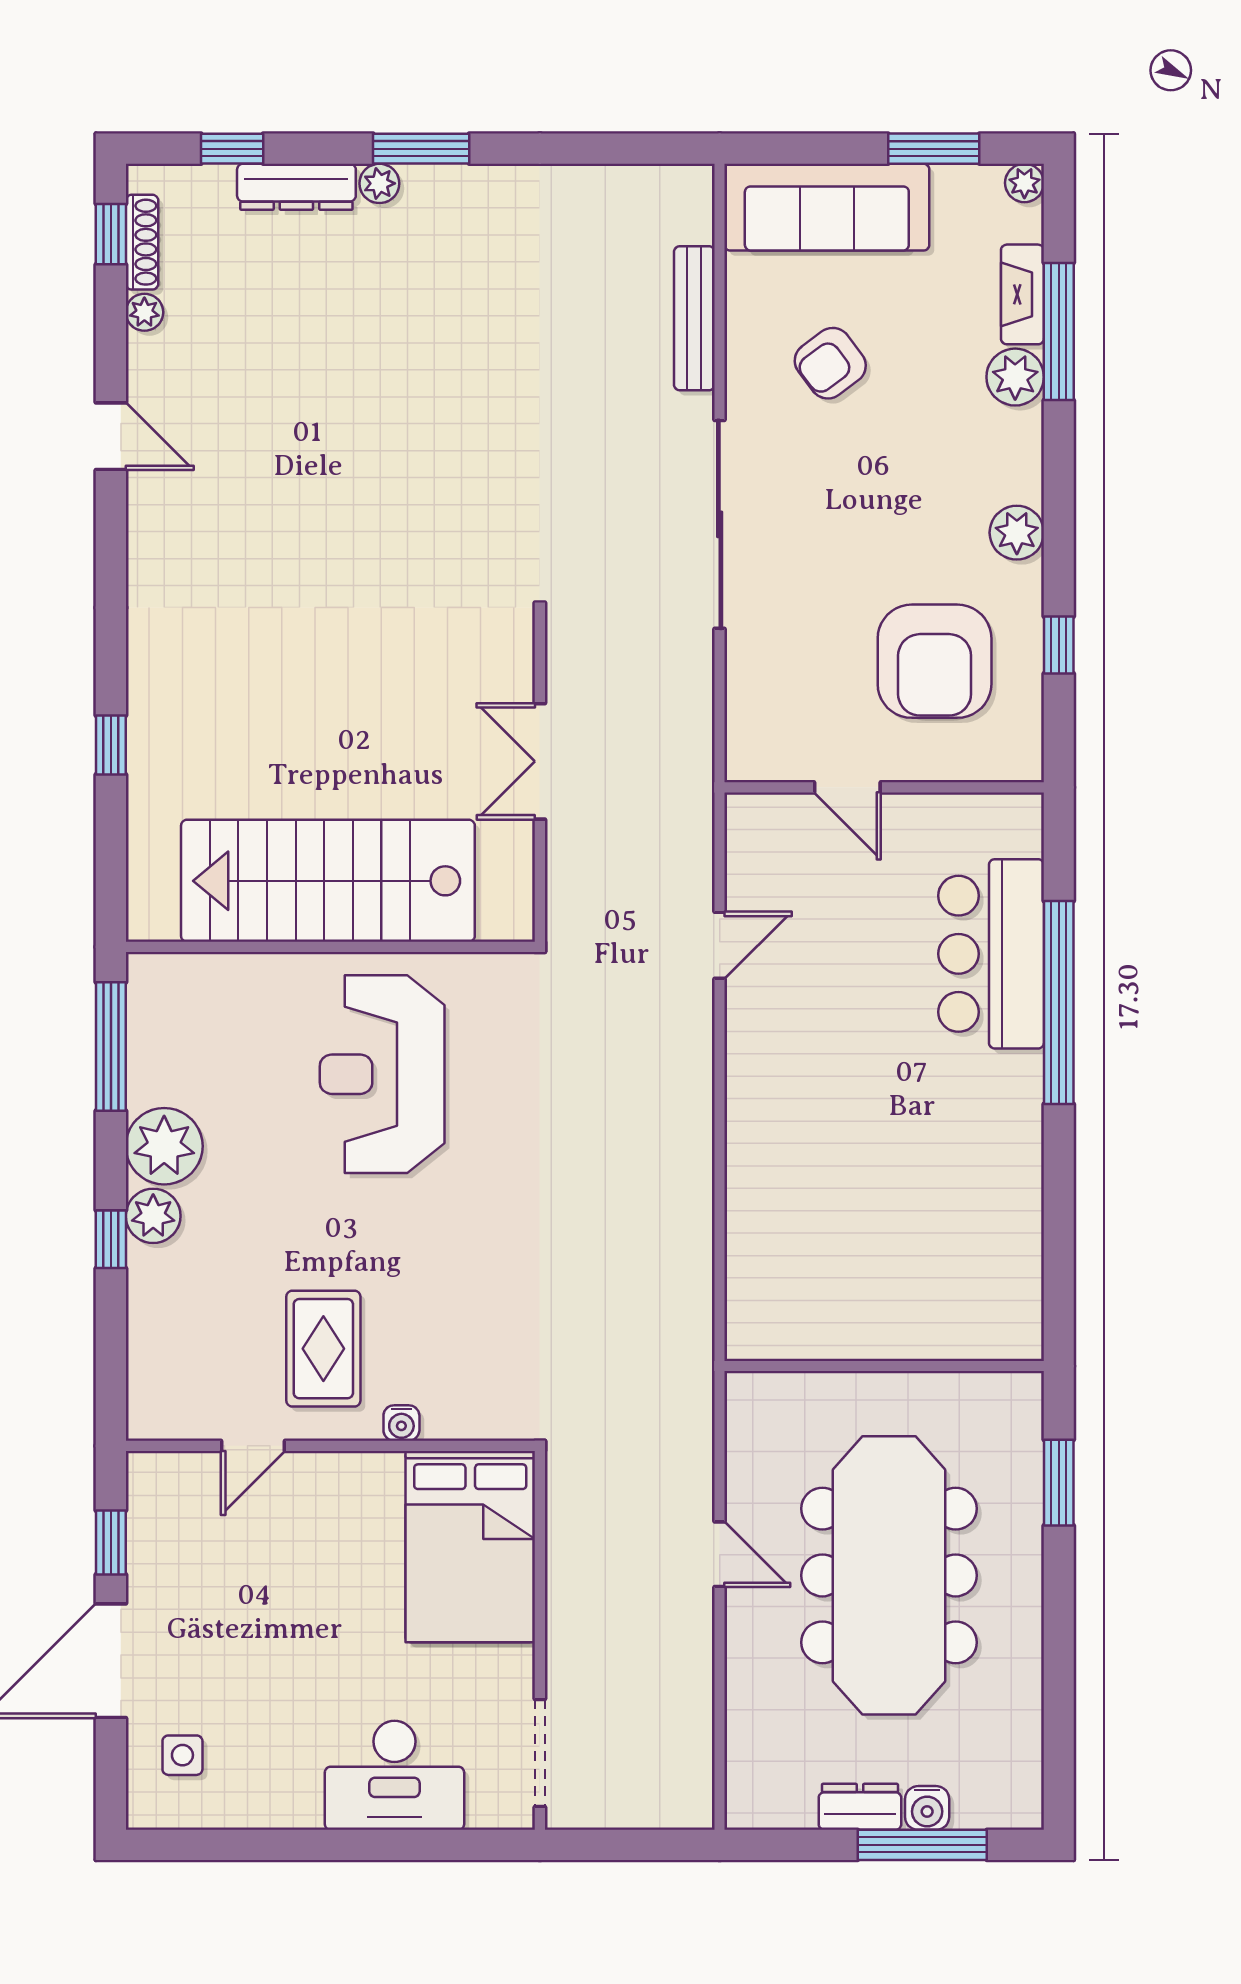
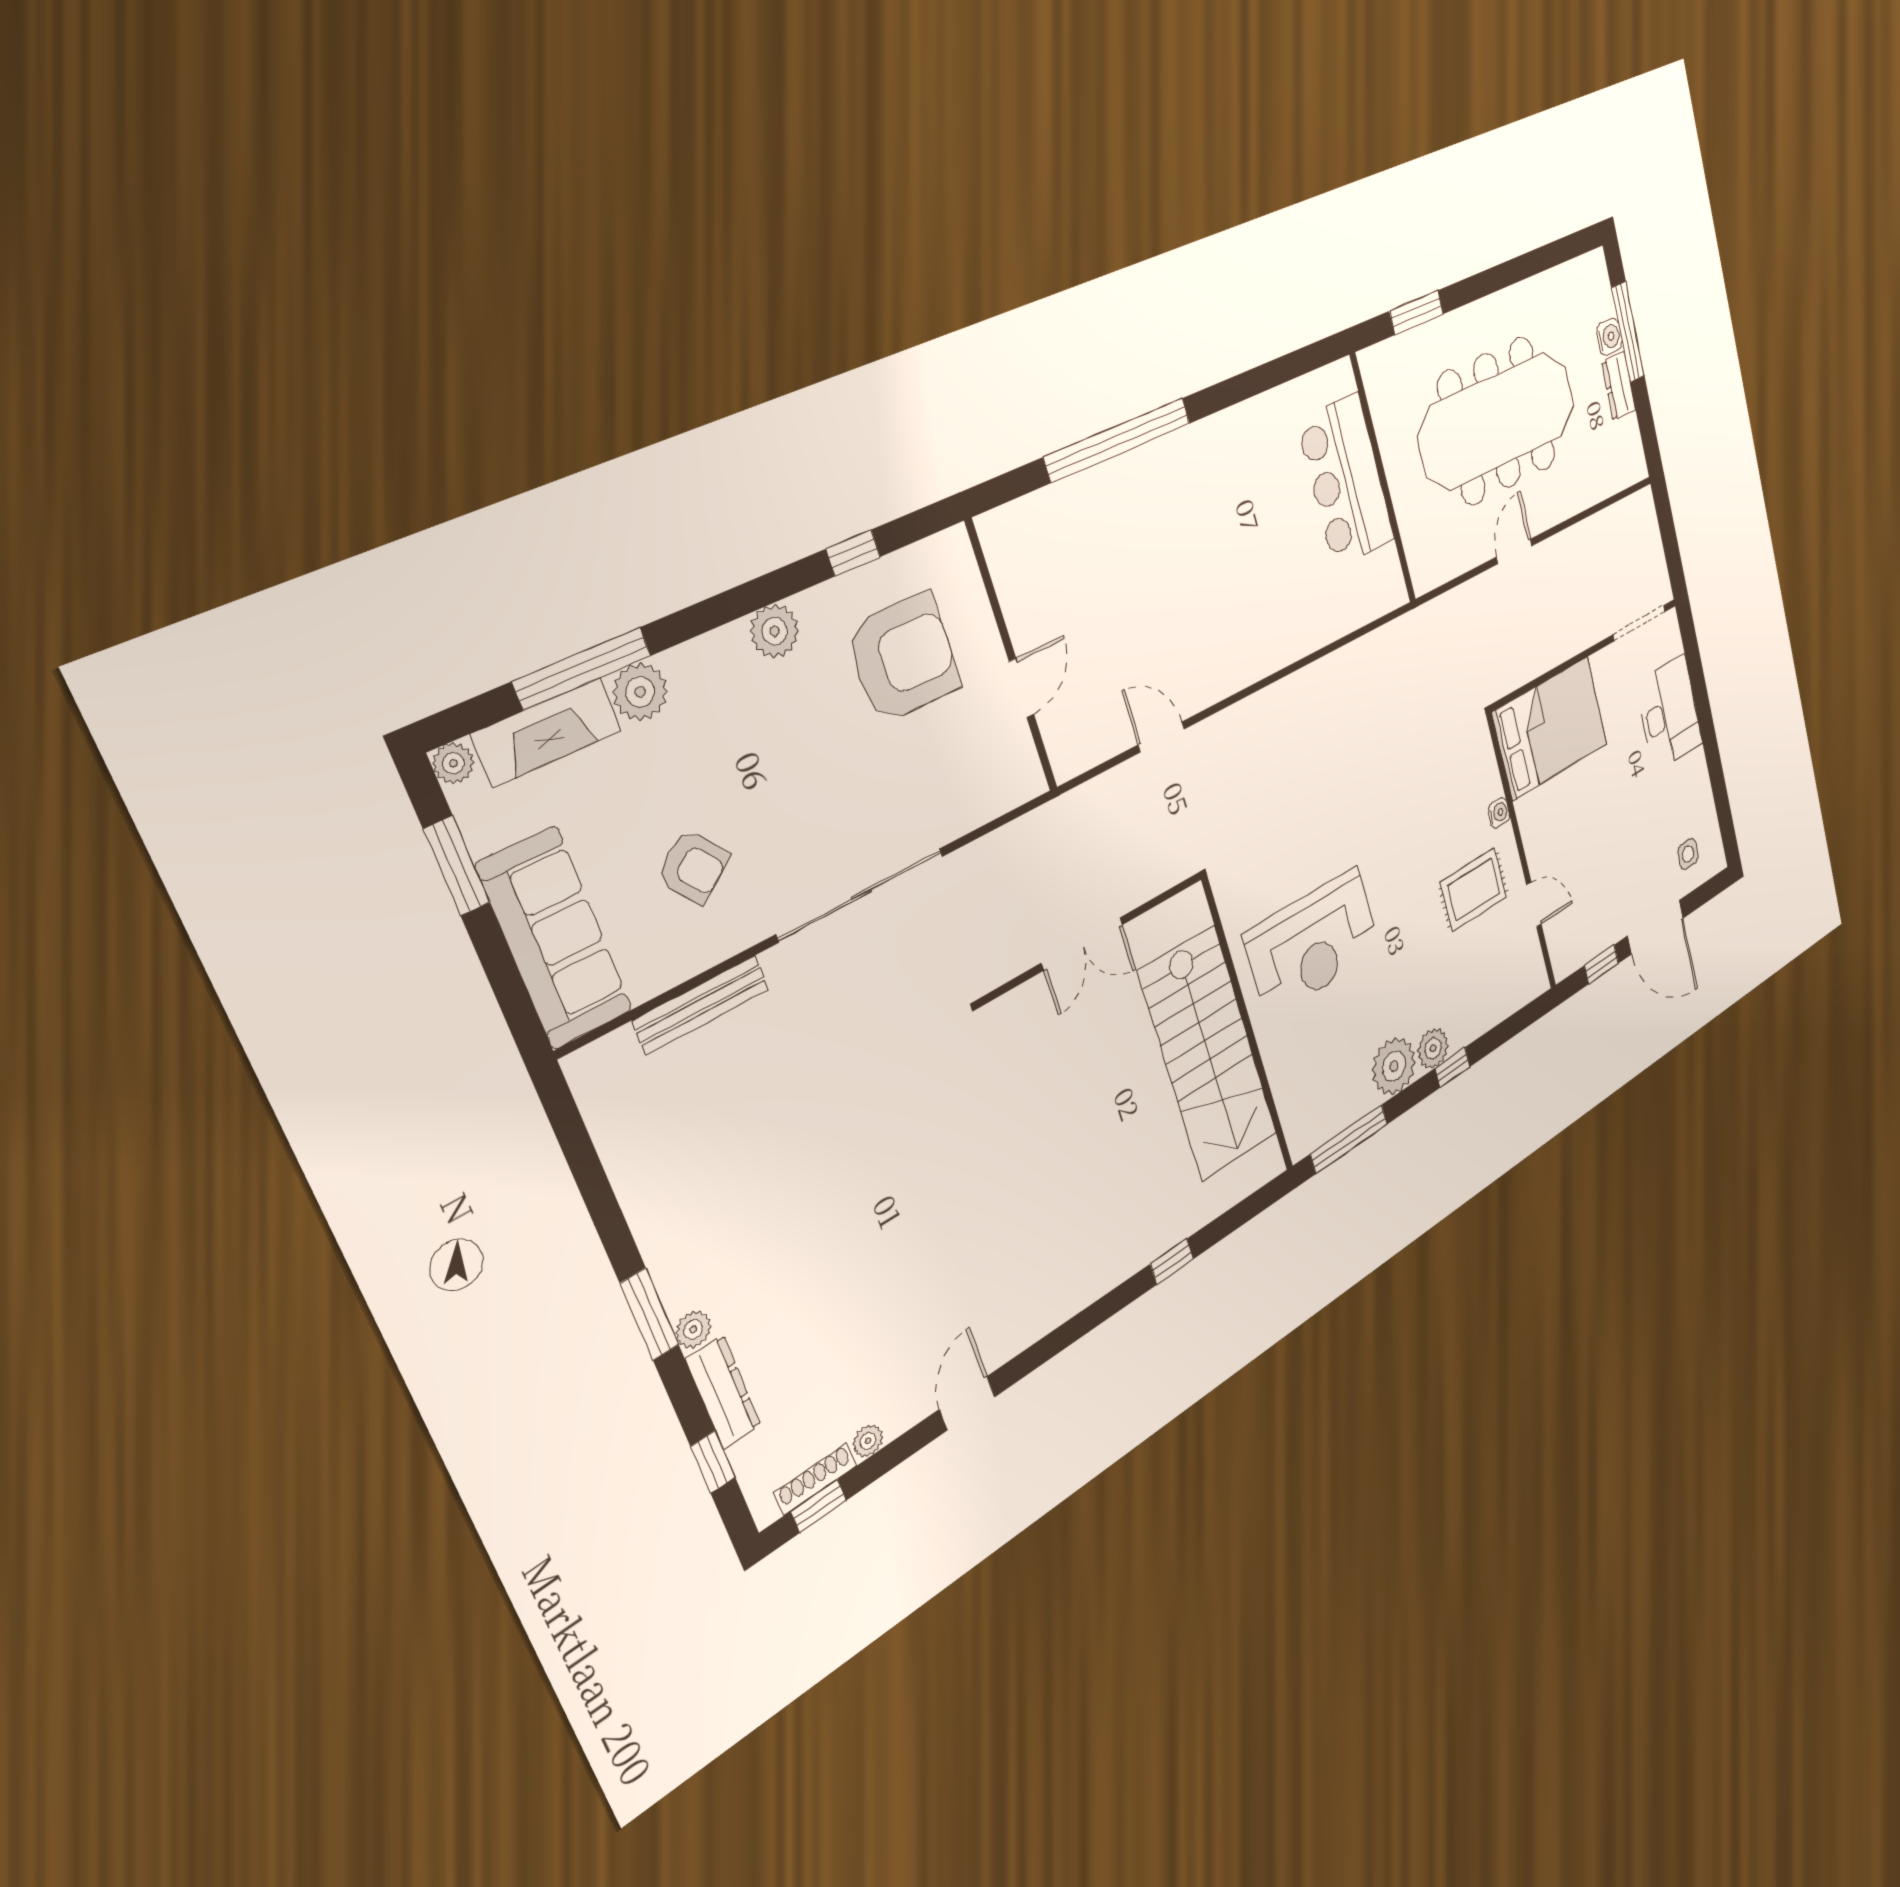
fireplace: (1022, 294) -> (547, 732), width x1.37, depth x1.32
bar counter: (991, 954) -> (1346, 480), moved, turned 90

